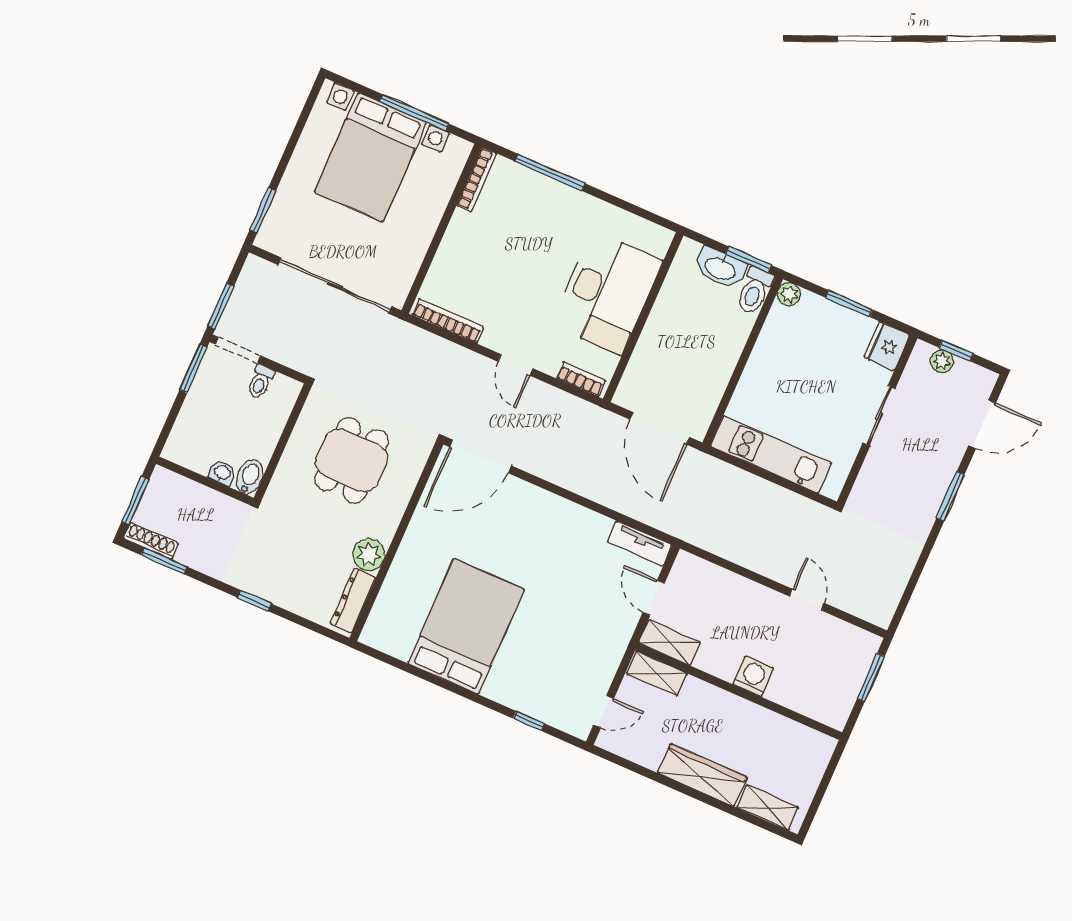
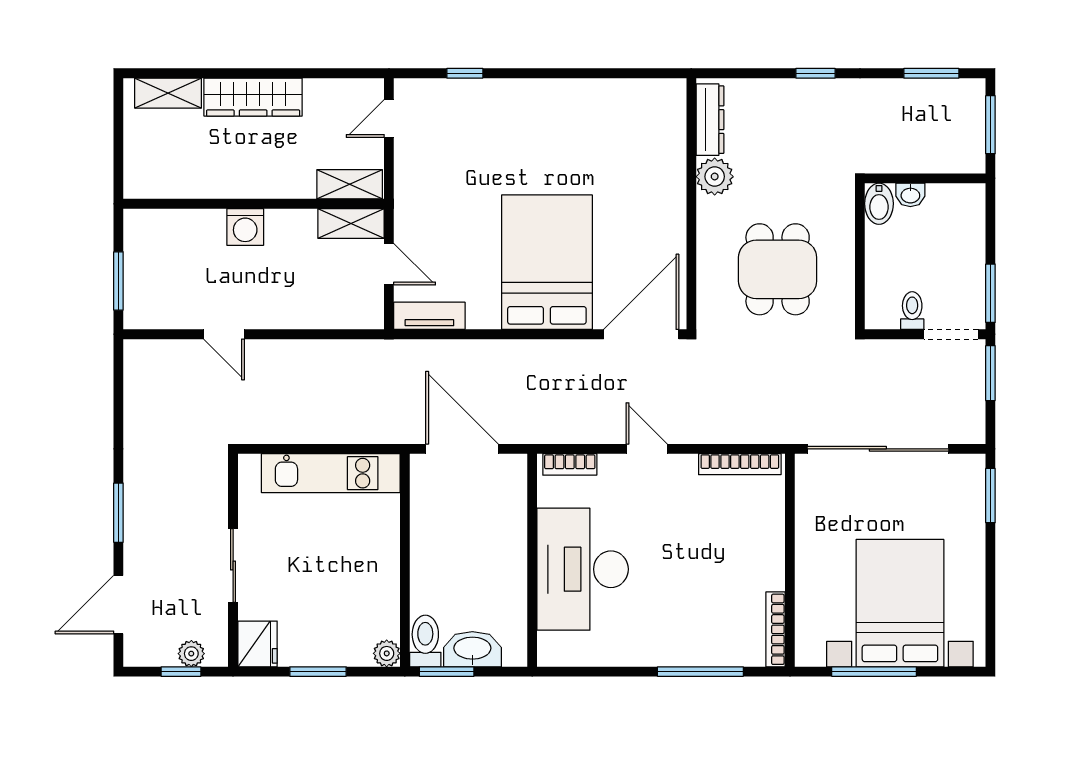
shoe rack: (151, 541) -> (955, 89), removed
bed: (466, 626) -> (547, 262), moved, turned 180

